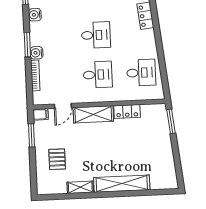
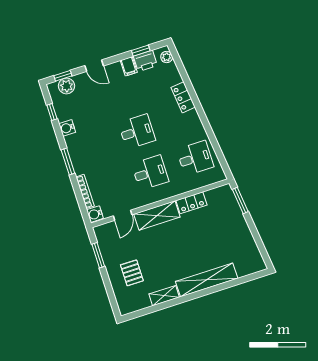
water cooler: (37, 53) -> (95, 214), moved
filing cabinet: (41, 114) -> (102, 231), removed

